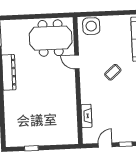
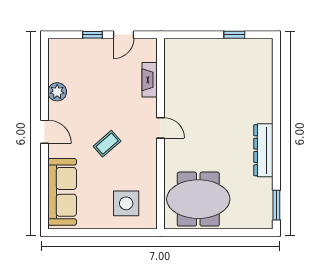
side table: (91, 26) -> (126, 203), moved
door: (77, 62) -> (160, 128), moved

